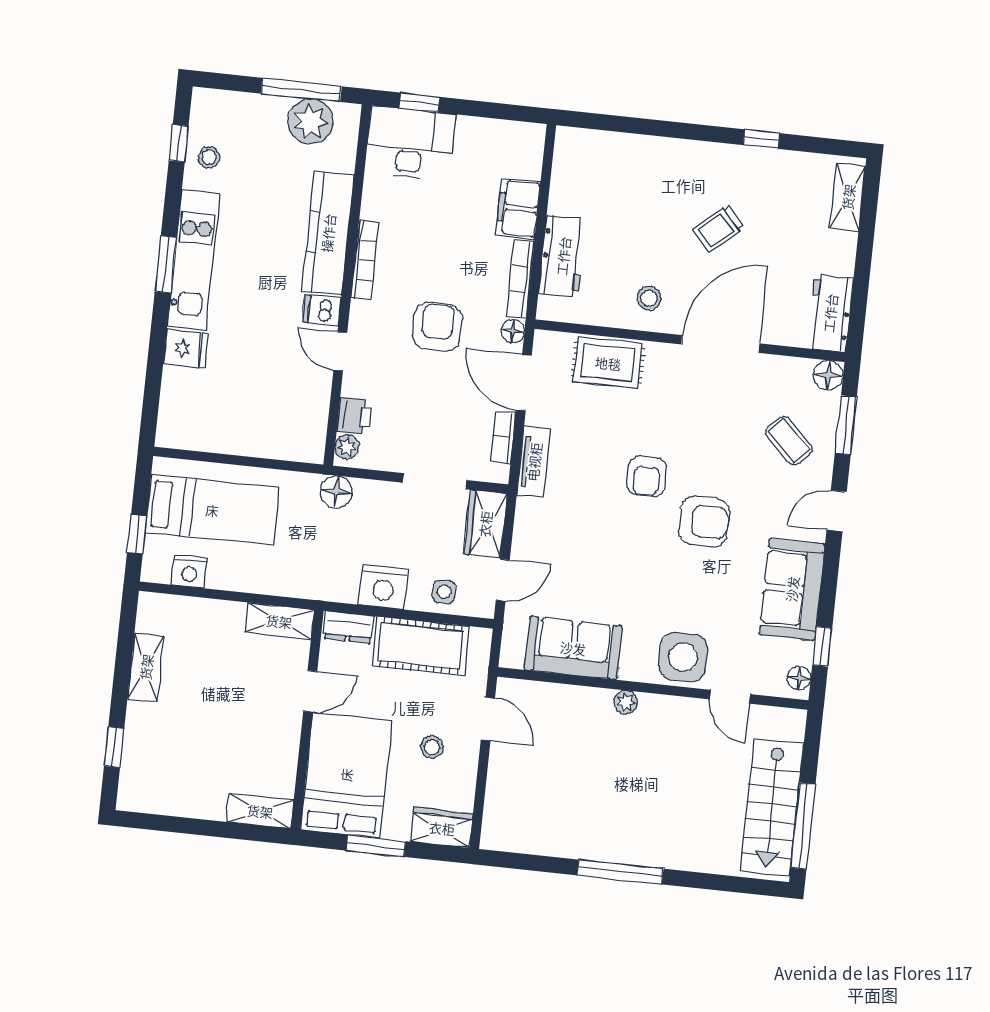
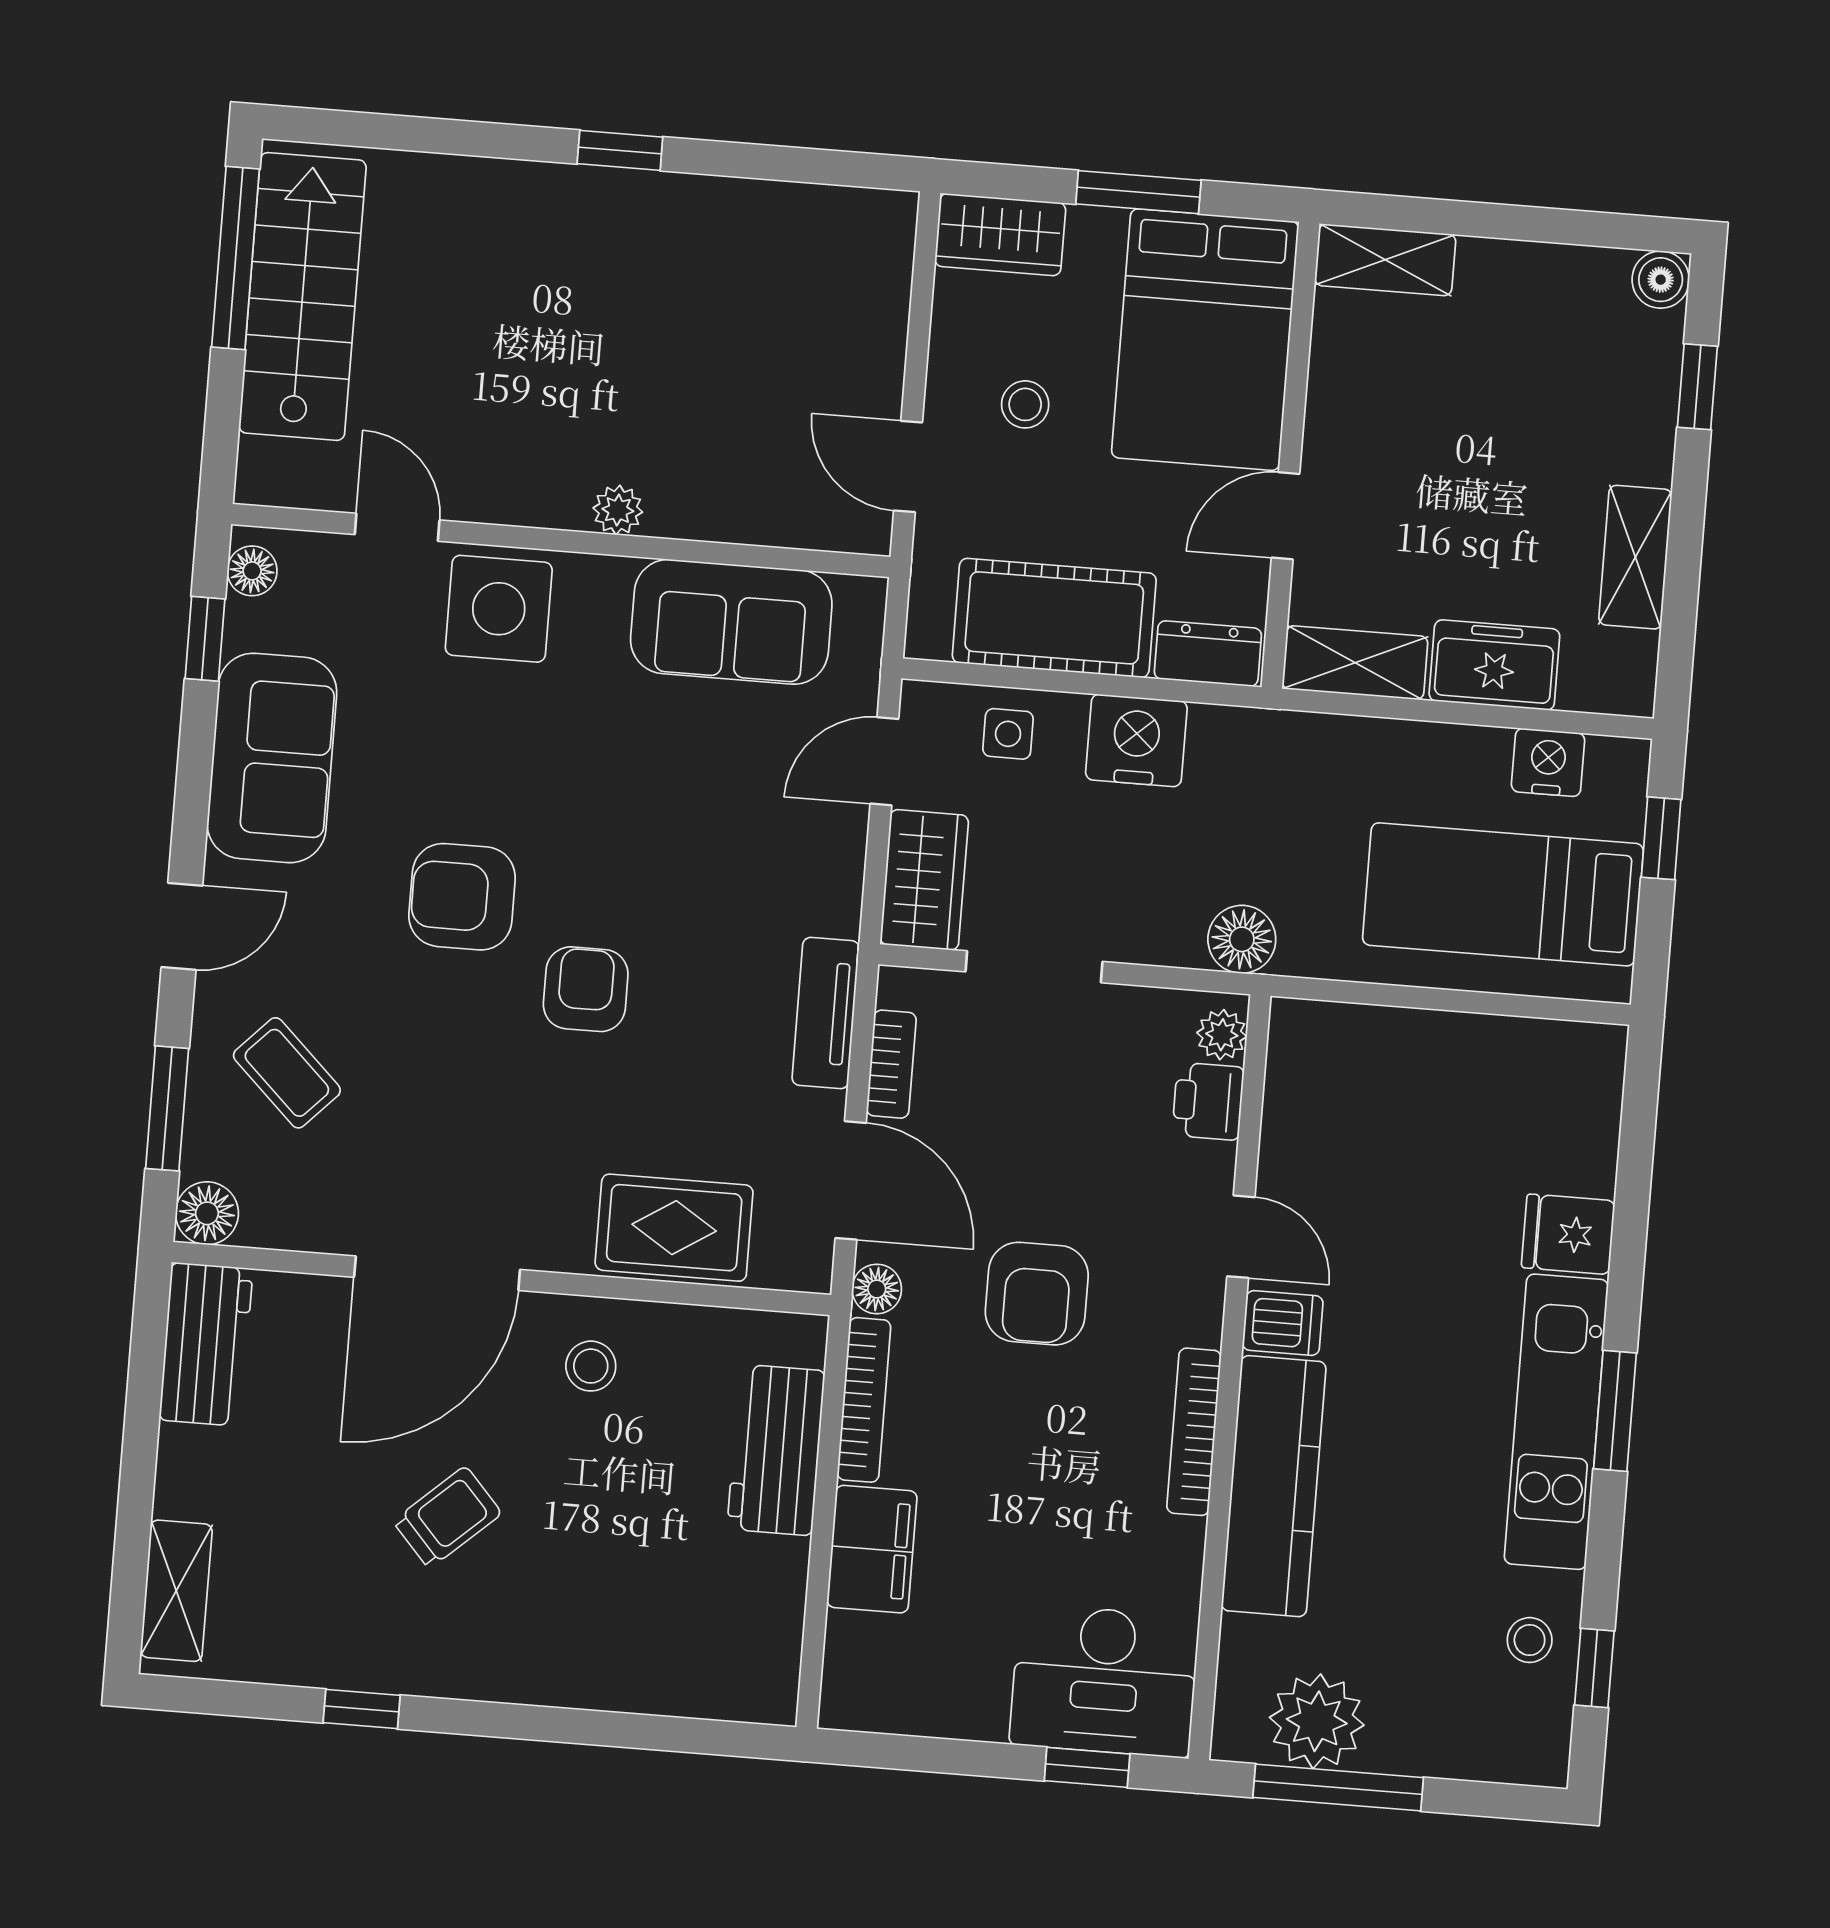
freezer: (213, 618) -> (1494, 665), added
boiler: (130, 798) -> (1661, 280), added
window: (620, 872) -> (620, 150), width x0.46

